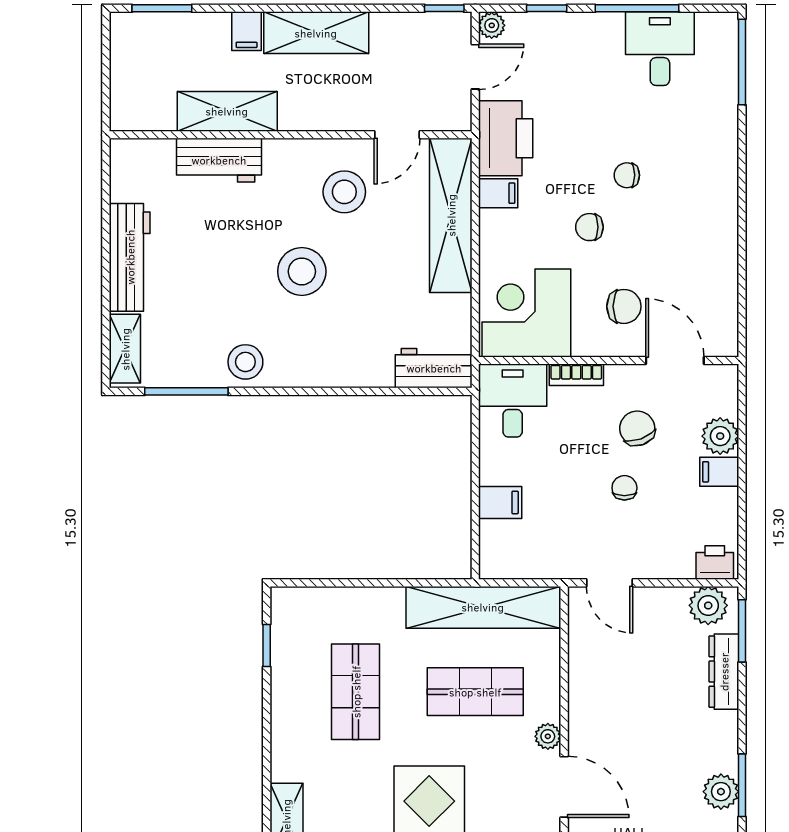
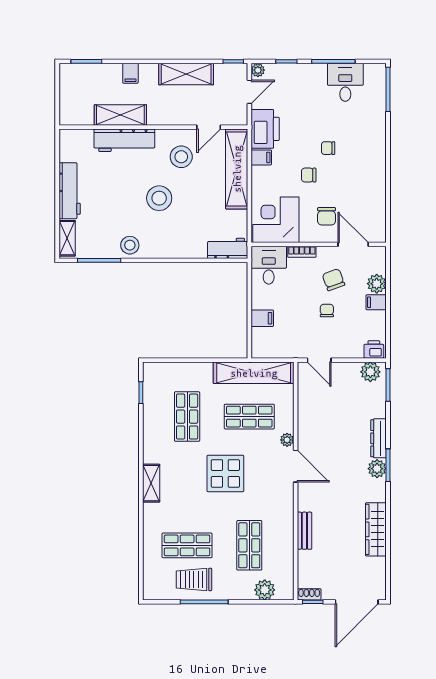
shelving: (316, 33) -> (186, 74), moved
workbench: (219, 160) -> (124, 140), width x1.37
chair: (624, 306) -> (327, 216), turned 90
dresser: (724, 672) -> (379, 438), moved

